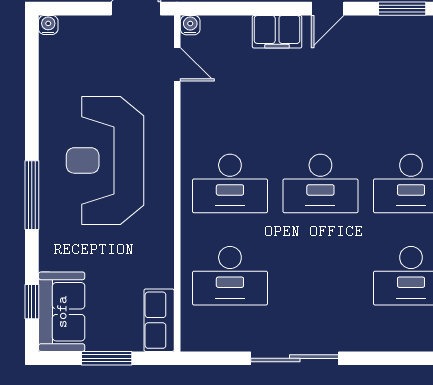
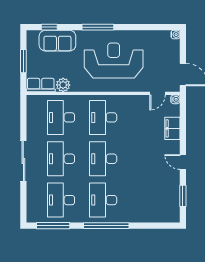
filing cabinet: (277, 32) -> (172, 128), moved
plant: (159, 271) -> (63, 85), added
desk: (320, 276) -> (61, 159), added
sofa: (62, 312) -> (57, 41), moved
sliding door: (295, 358) -> (23, 161), moved

